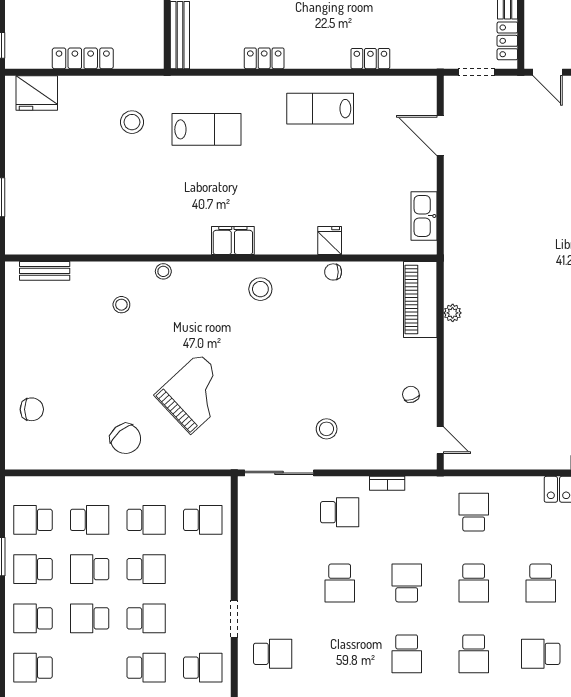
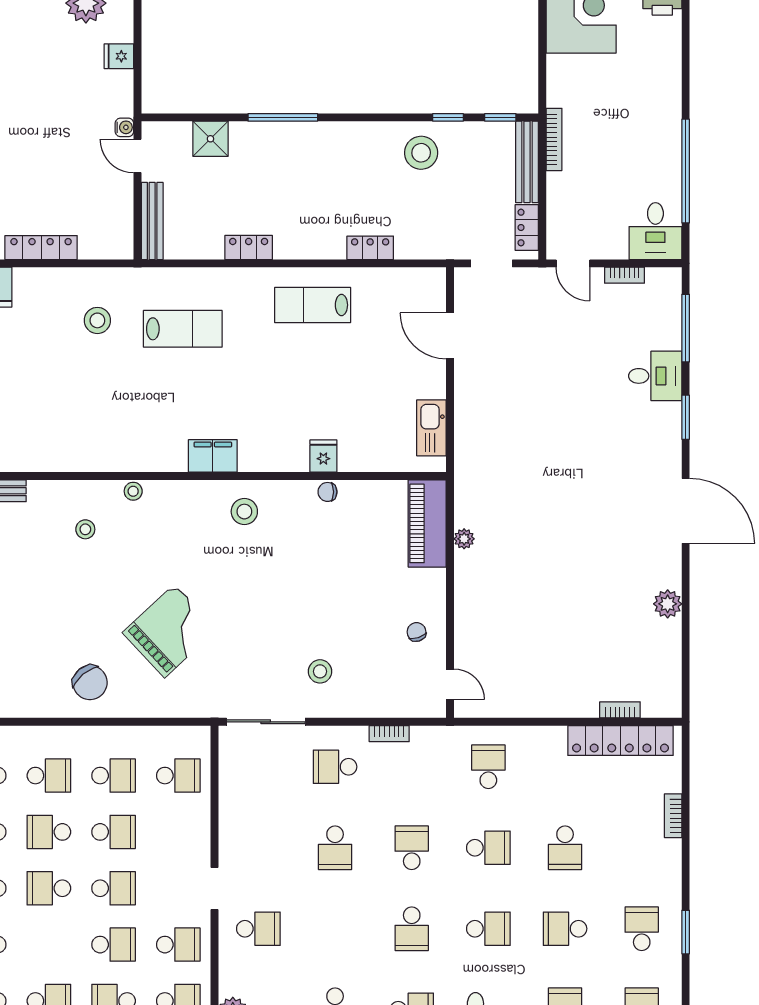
school desk: (340, 512) -> (335, 767), turned 180
school desk: (474, 583) -> (488, 848), turned -90
school desk: (474, 654) -> (488, 929), turned -90

